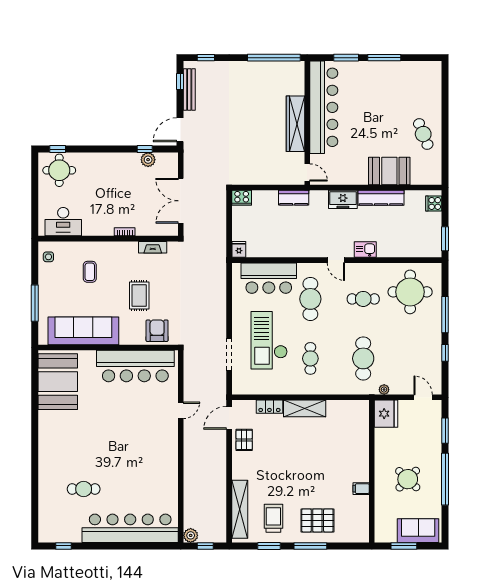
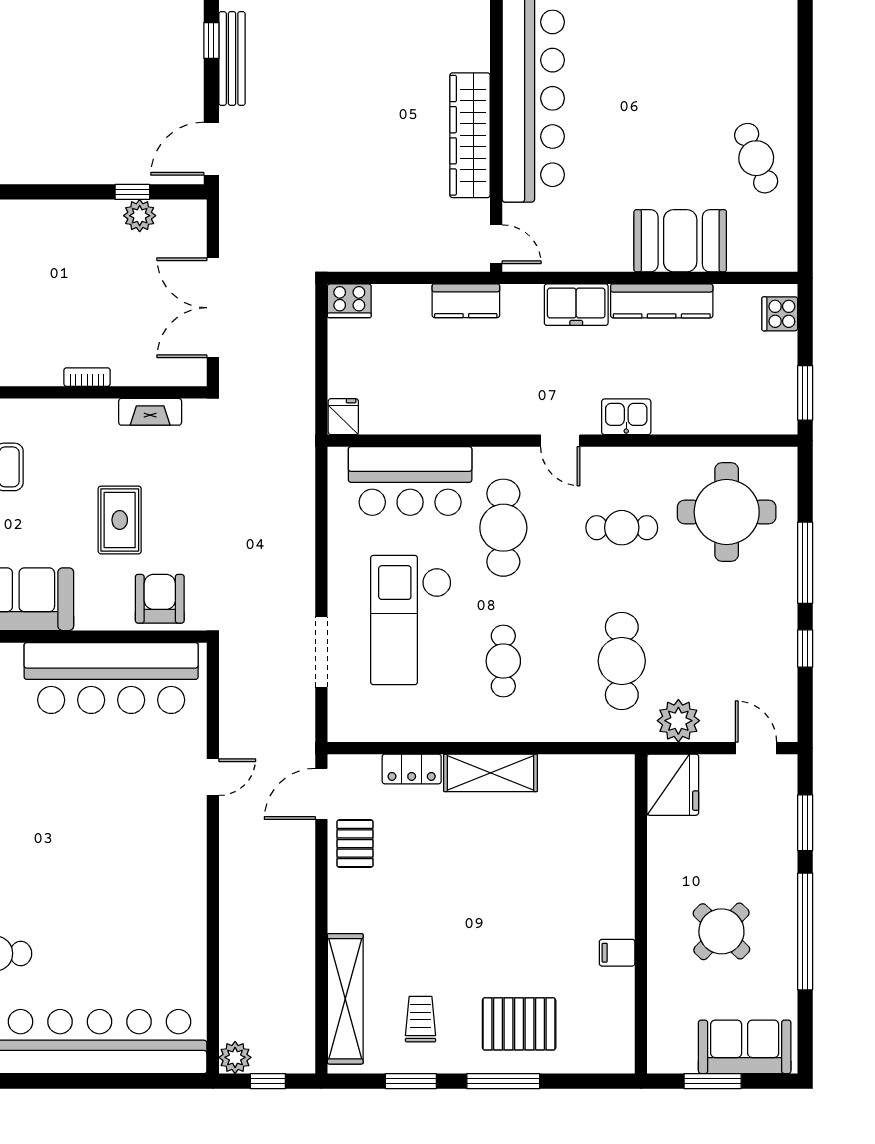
plant: (384, 390) -> (678, 721), width x1.87, depth x1.87
trolley: (273, 518) -> (421, 1019), width x0.73, depth x0.72

